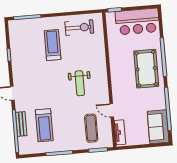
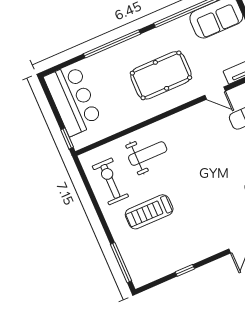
pool table: (146, 69) -> (161, 75), moved
weight bench: (80, 83) -> (148, 154), moved
door: (112, 110) -> (215, 93), hinge flipped

